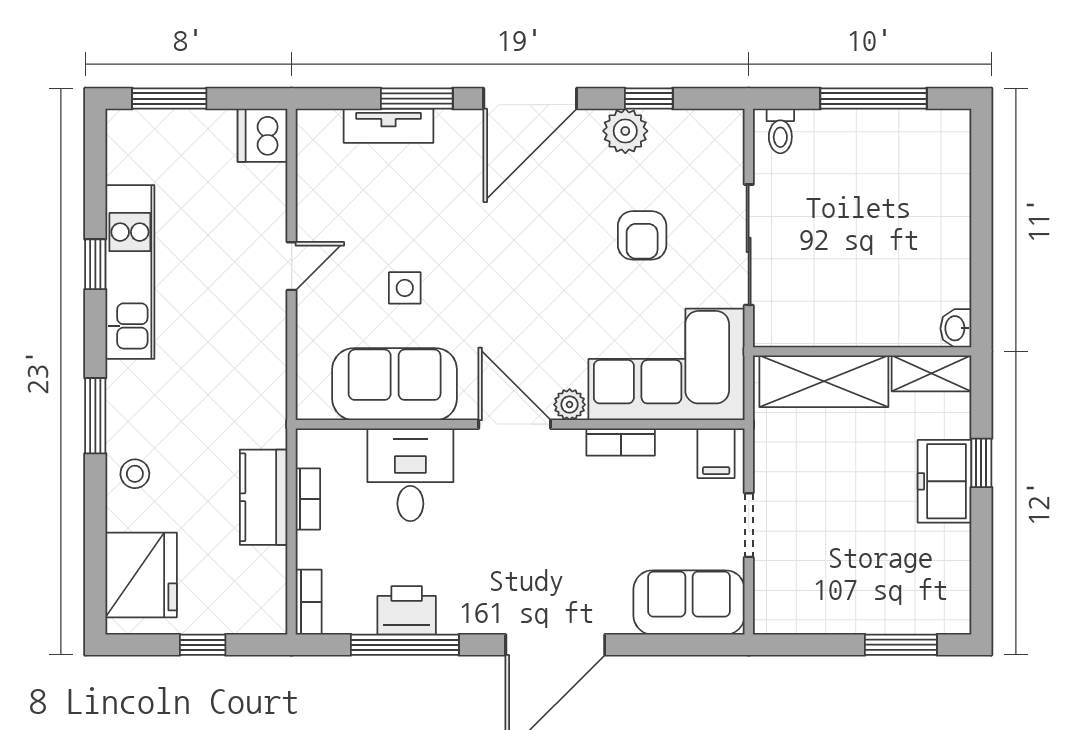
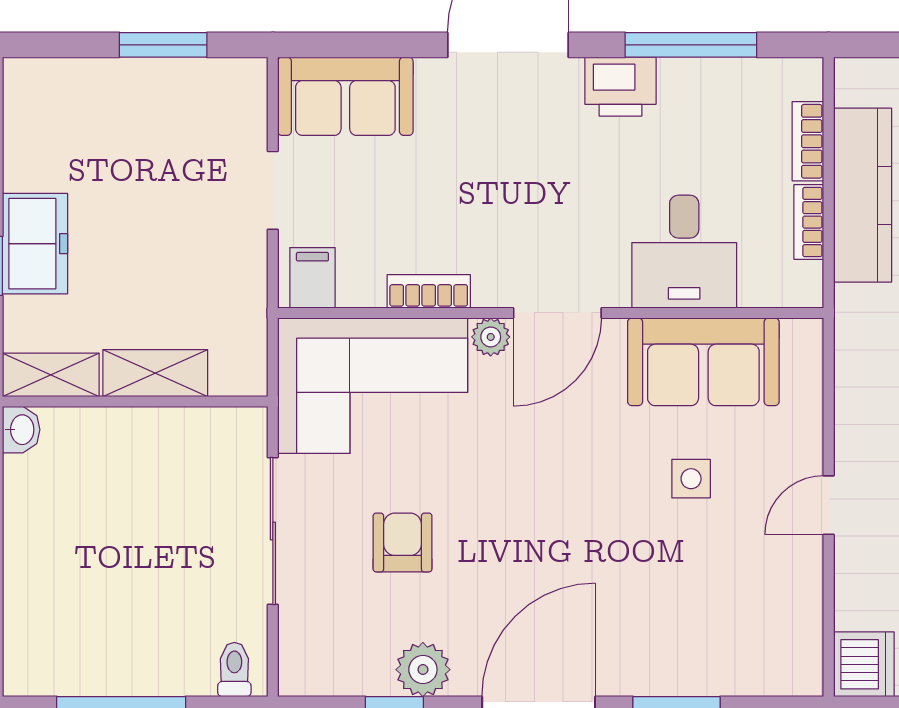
tv unit: (389, 126) -> (711, 676), removed
shelving: (824, 381) -> (155, 373), width x0.67, depth x0.75
door: (515, 424) -> (557, 313), hinge flipped
kitchen counter: (264, 497) -> (863, 195), width x1.50
bookcase: (309, 602) -> (808, 141), moved
printer: (407, 610) -> (621, 87), moved
window: (901, 645) -> (163, 45), moved

